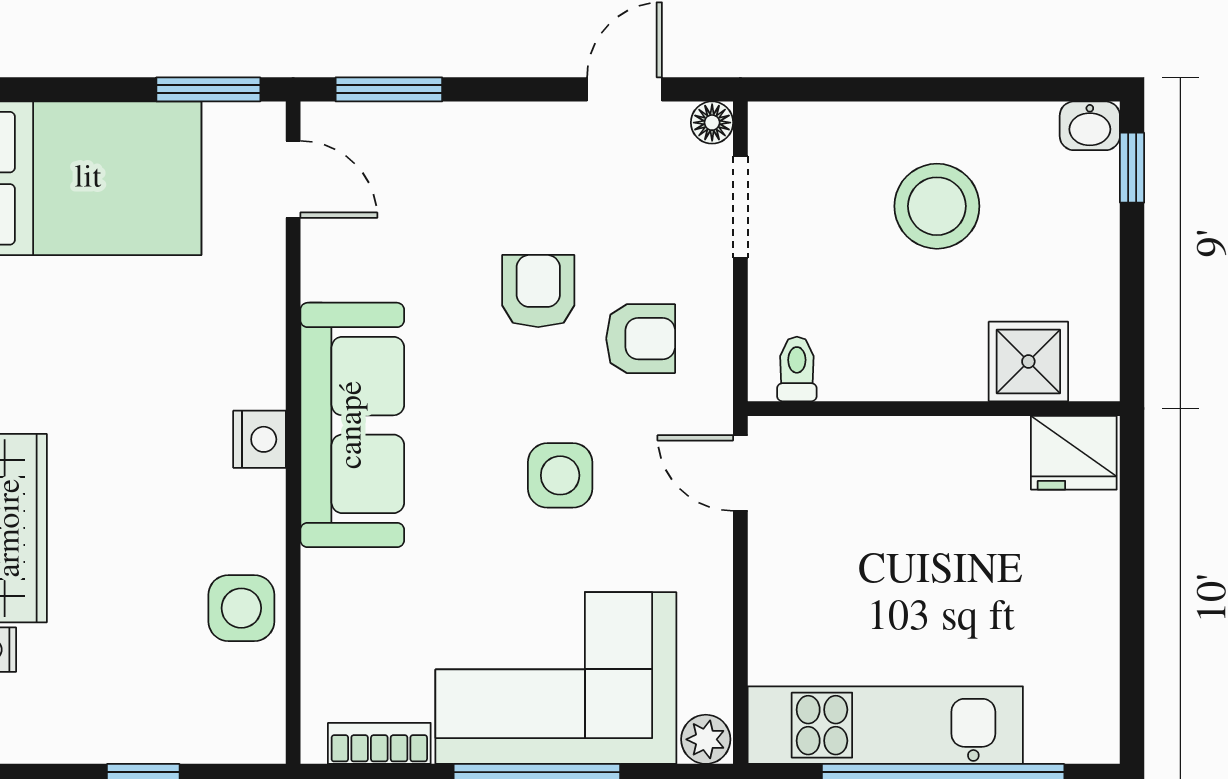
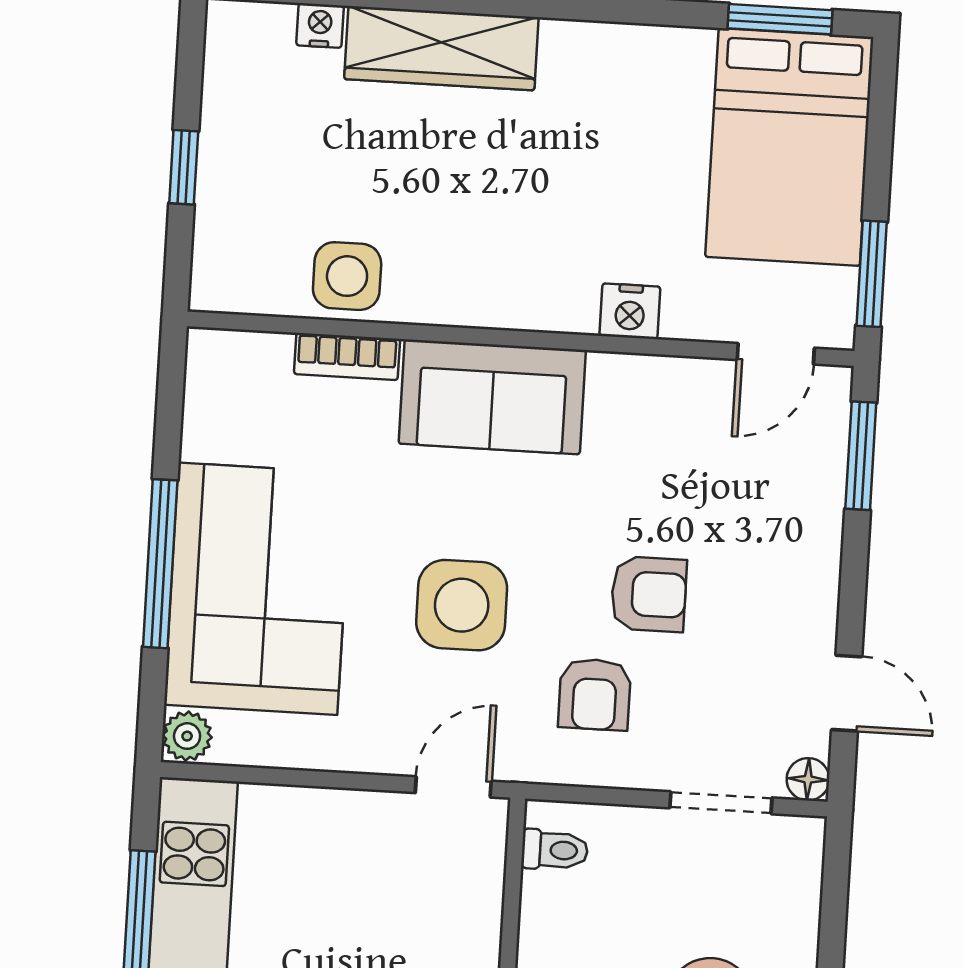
sofa: (352, 425) -> (492, 397), width x0.73
nightstand: (260, 439) -> (630, 311), moved
side table: (560, 475) -> (462, 605), width x1.37, depth x1.37
bookcase: (379, 743) -> (347, 356), moved, turned 90

